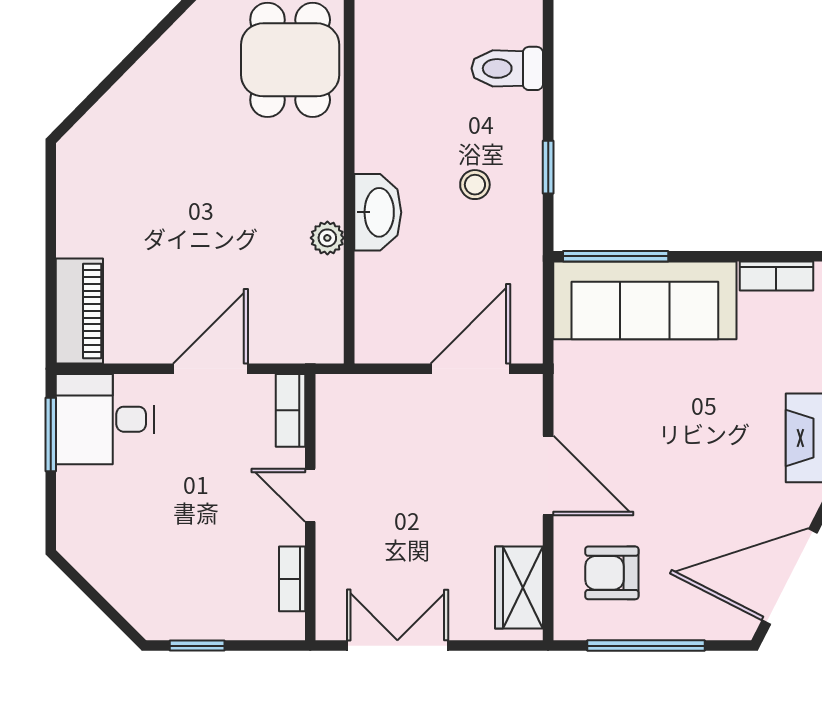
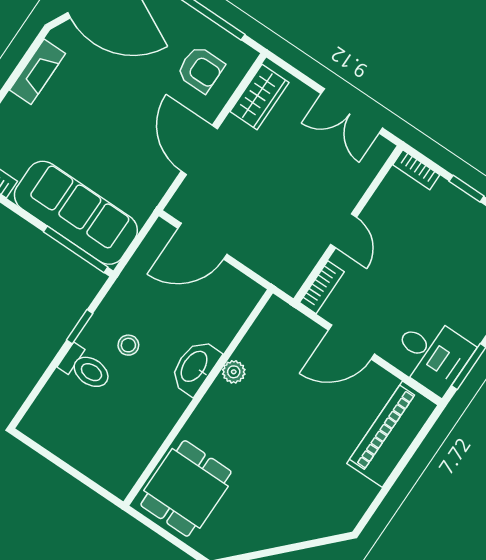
toilet: (507, 68) -> (86, 368), moved
piano: (79, 311) -> (392, 434), width x1.37, depth x1.33
bookcase: (292, 579) -> (416, 170), moved, turned 90

